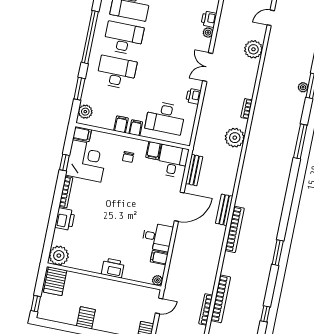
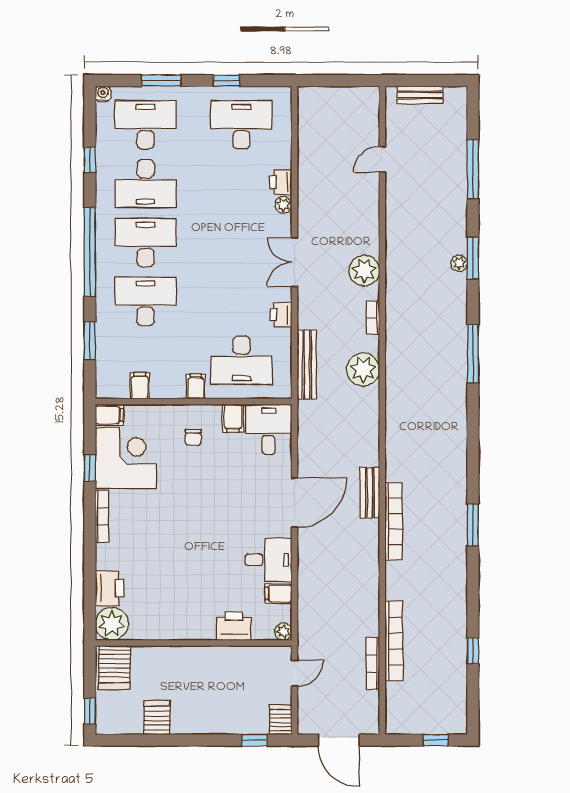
plant: (253, 49) -> (364, 270), moved
plant: (85, 112) -> (107, 377), removed
filing cabinet: (121, 124) -> (140, 386), moved
bench: (194, 170) -> (307, 365), moved, width x1.36
printer: (65, 219) -> (110, 588), moved
window: (278, 253) -> (473, 525), moved
printer: (113, 268) -> (234, 626), moved
server rack: (86, 318) -> (157, 718), moved

